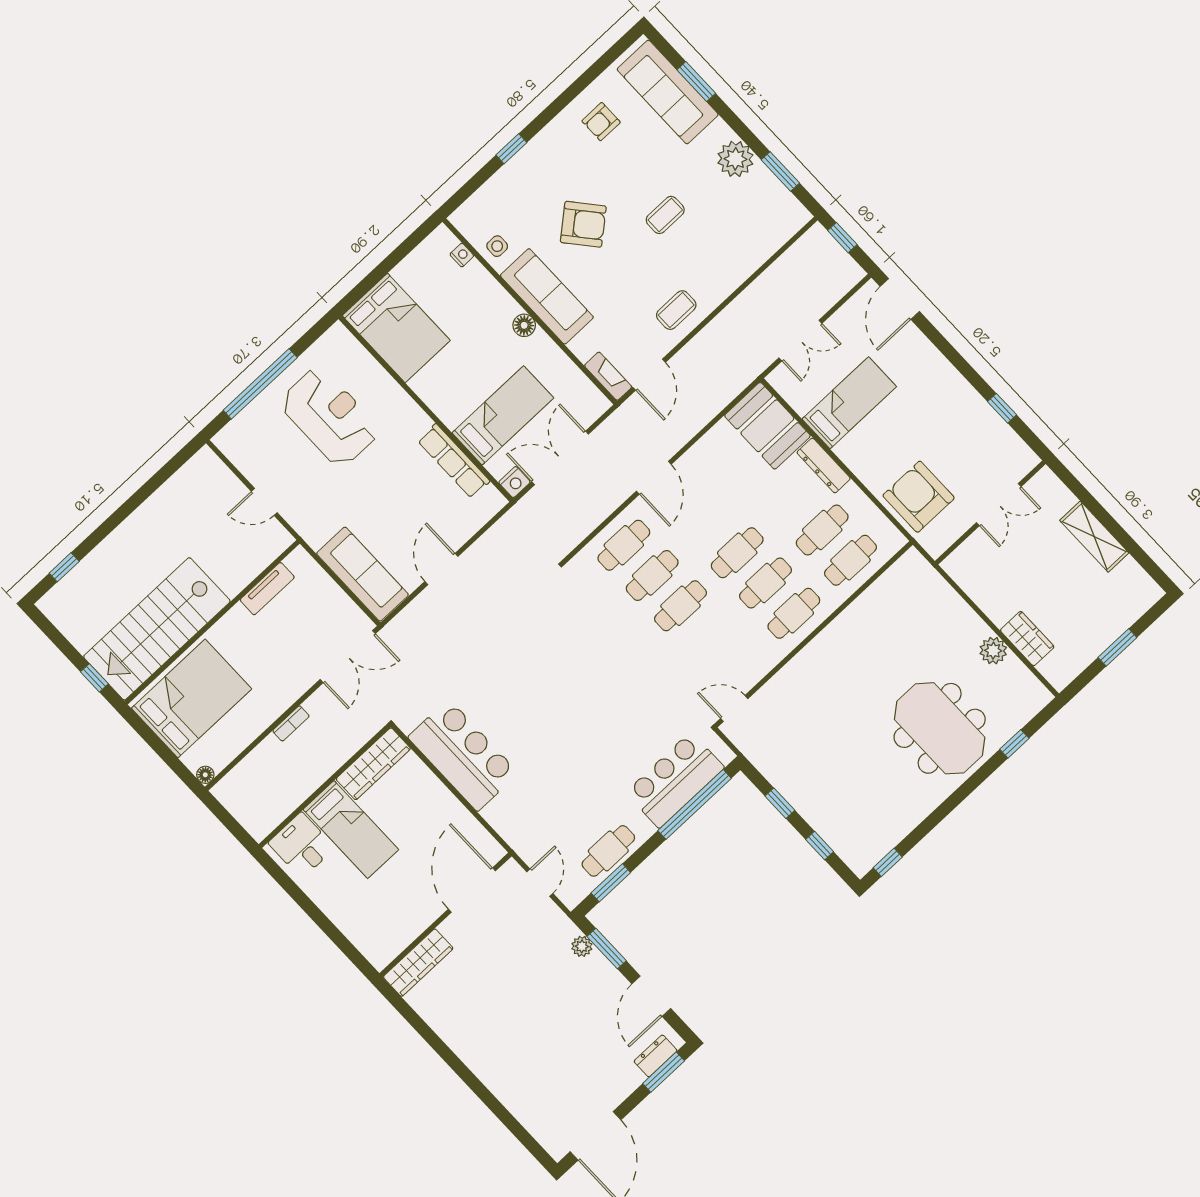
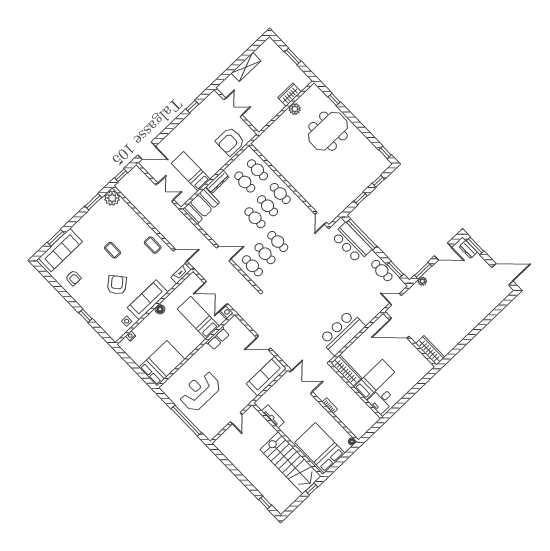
plant: (735, 159) -> (112, 198), moved
row of seats: (454, 461) -> (218, 338), width x0.68

